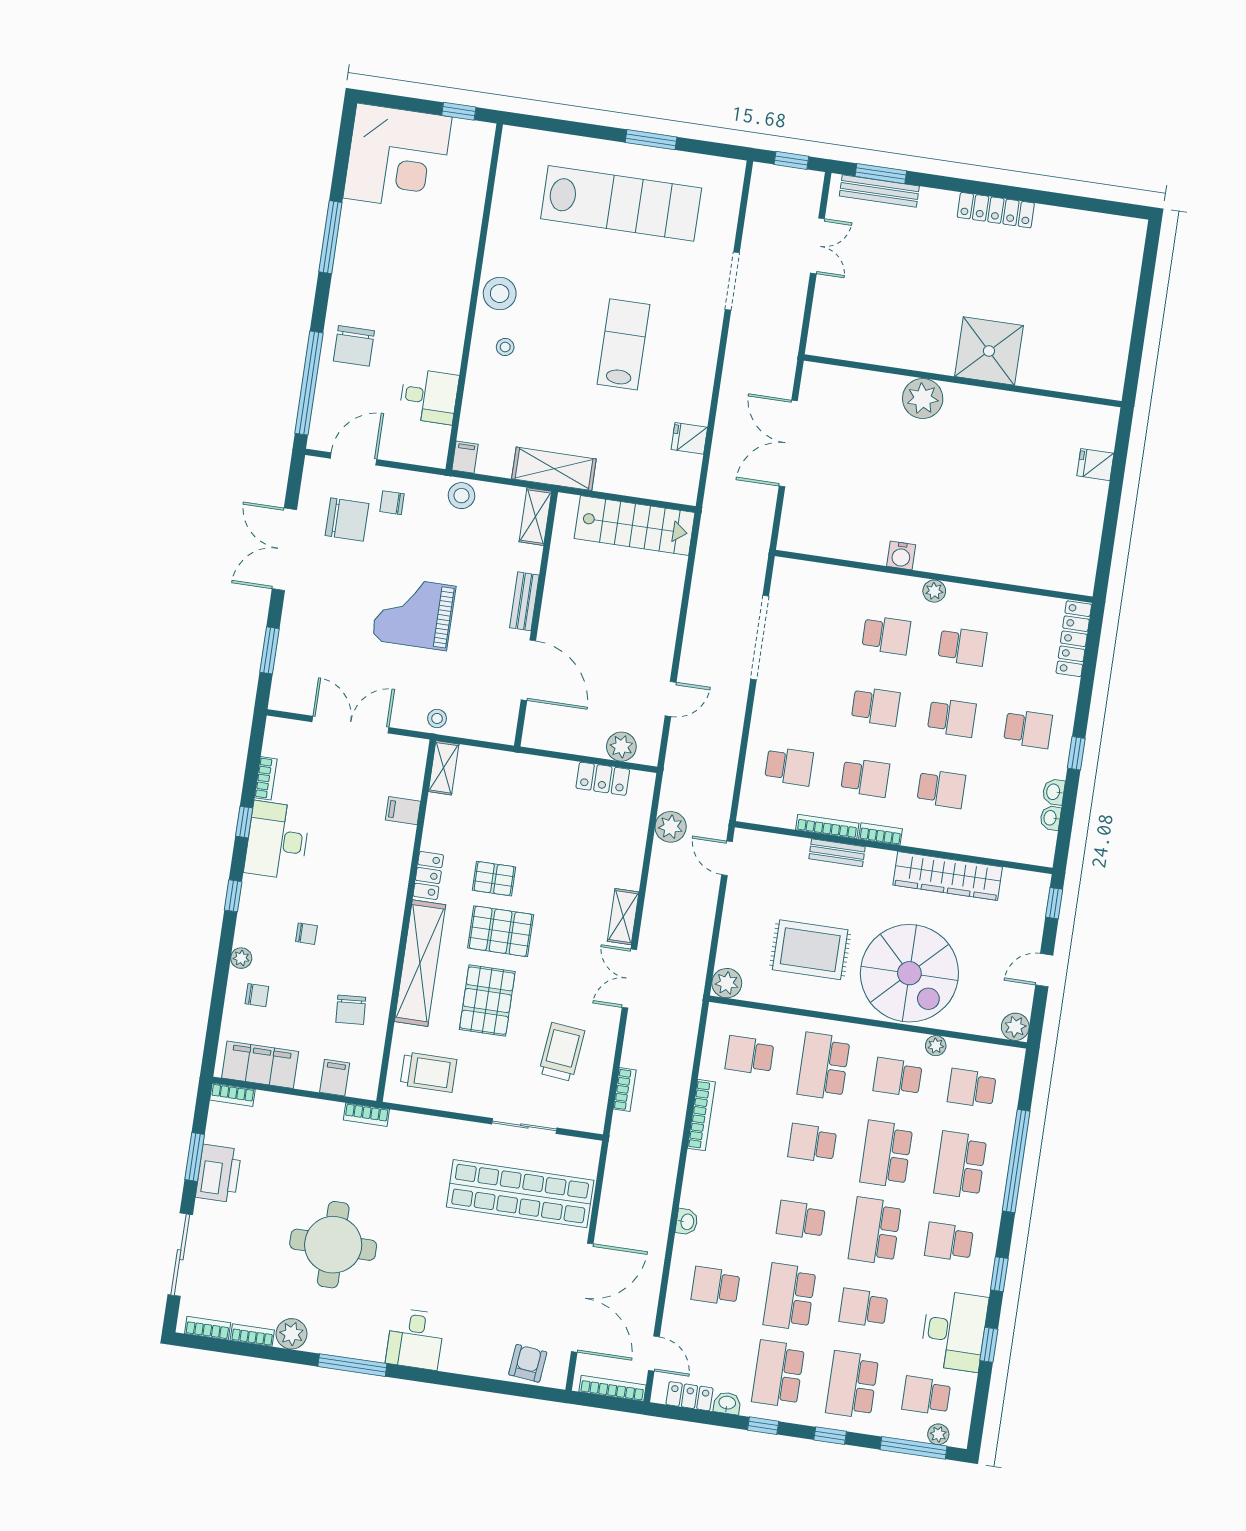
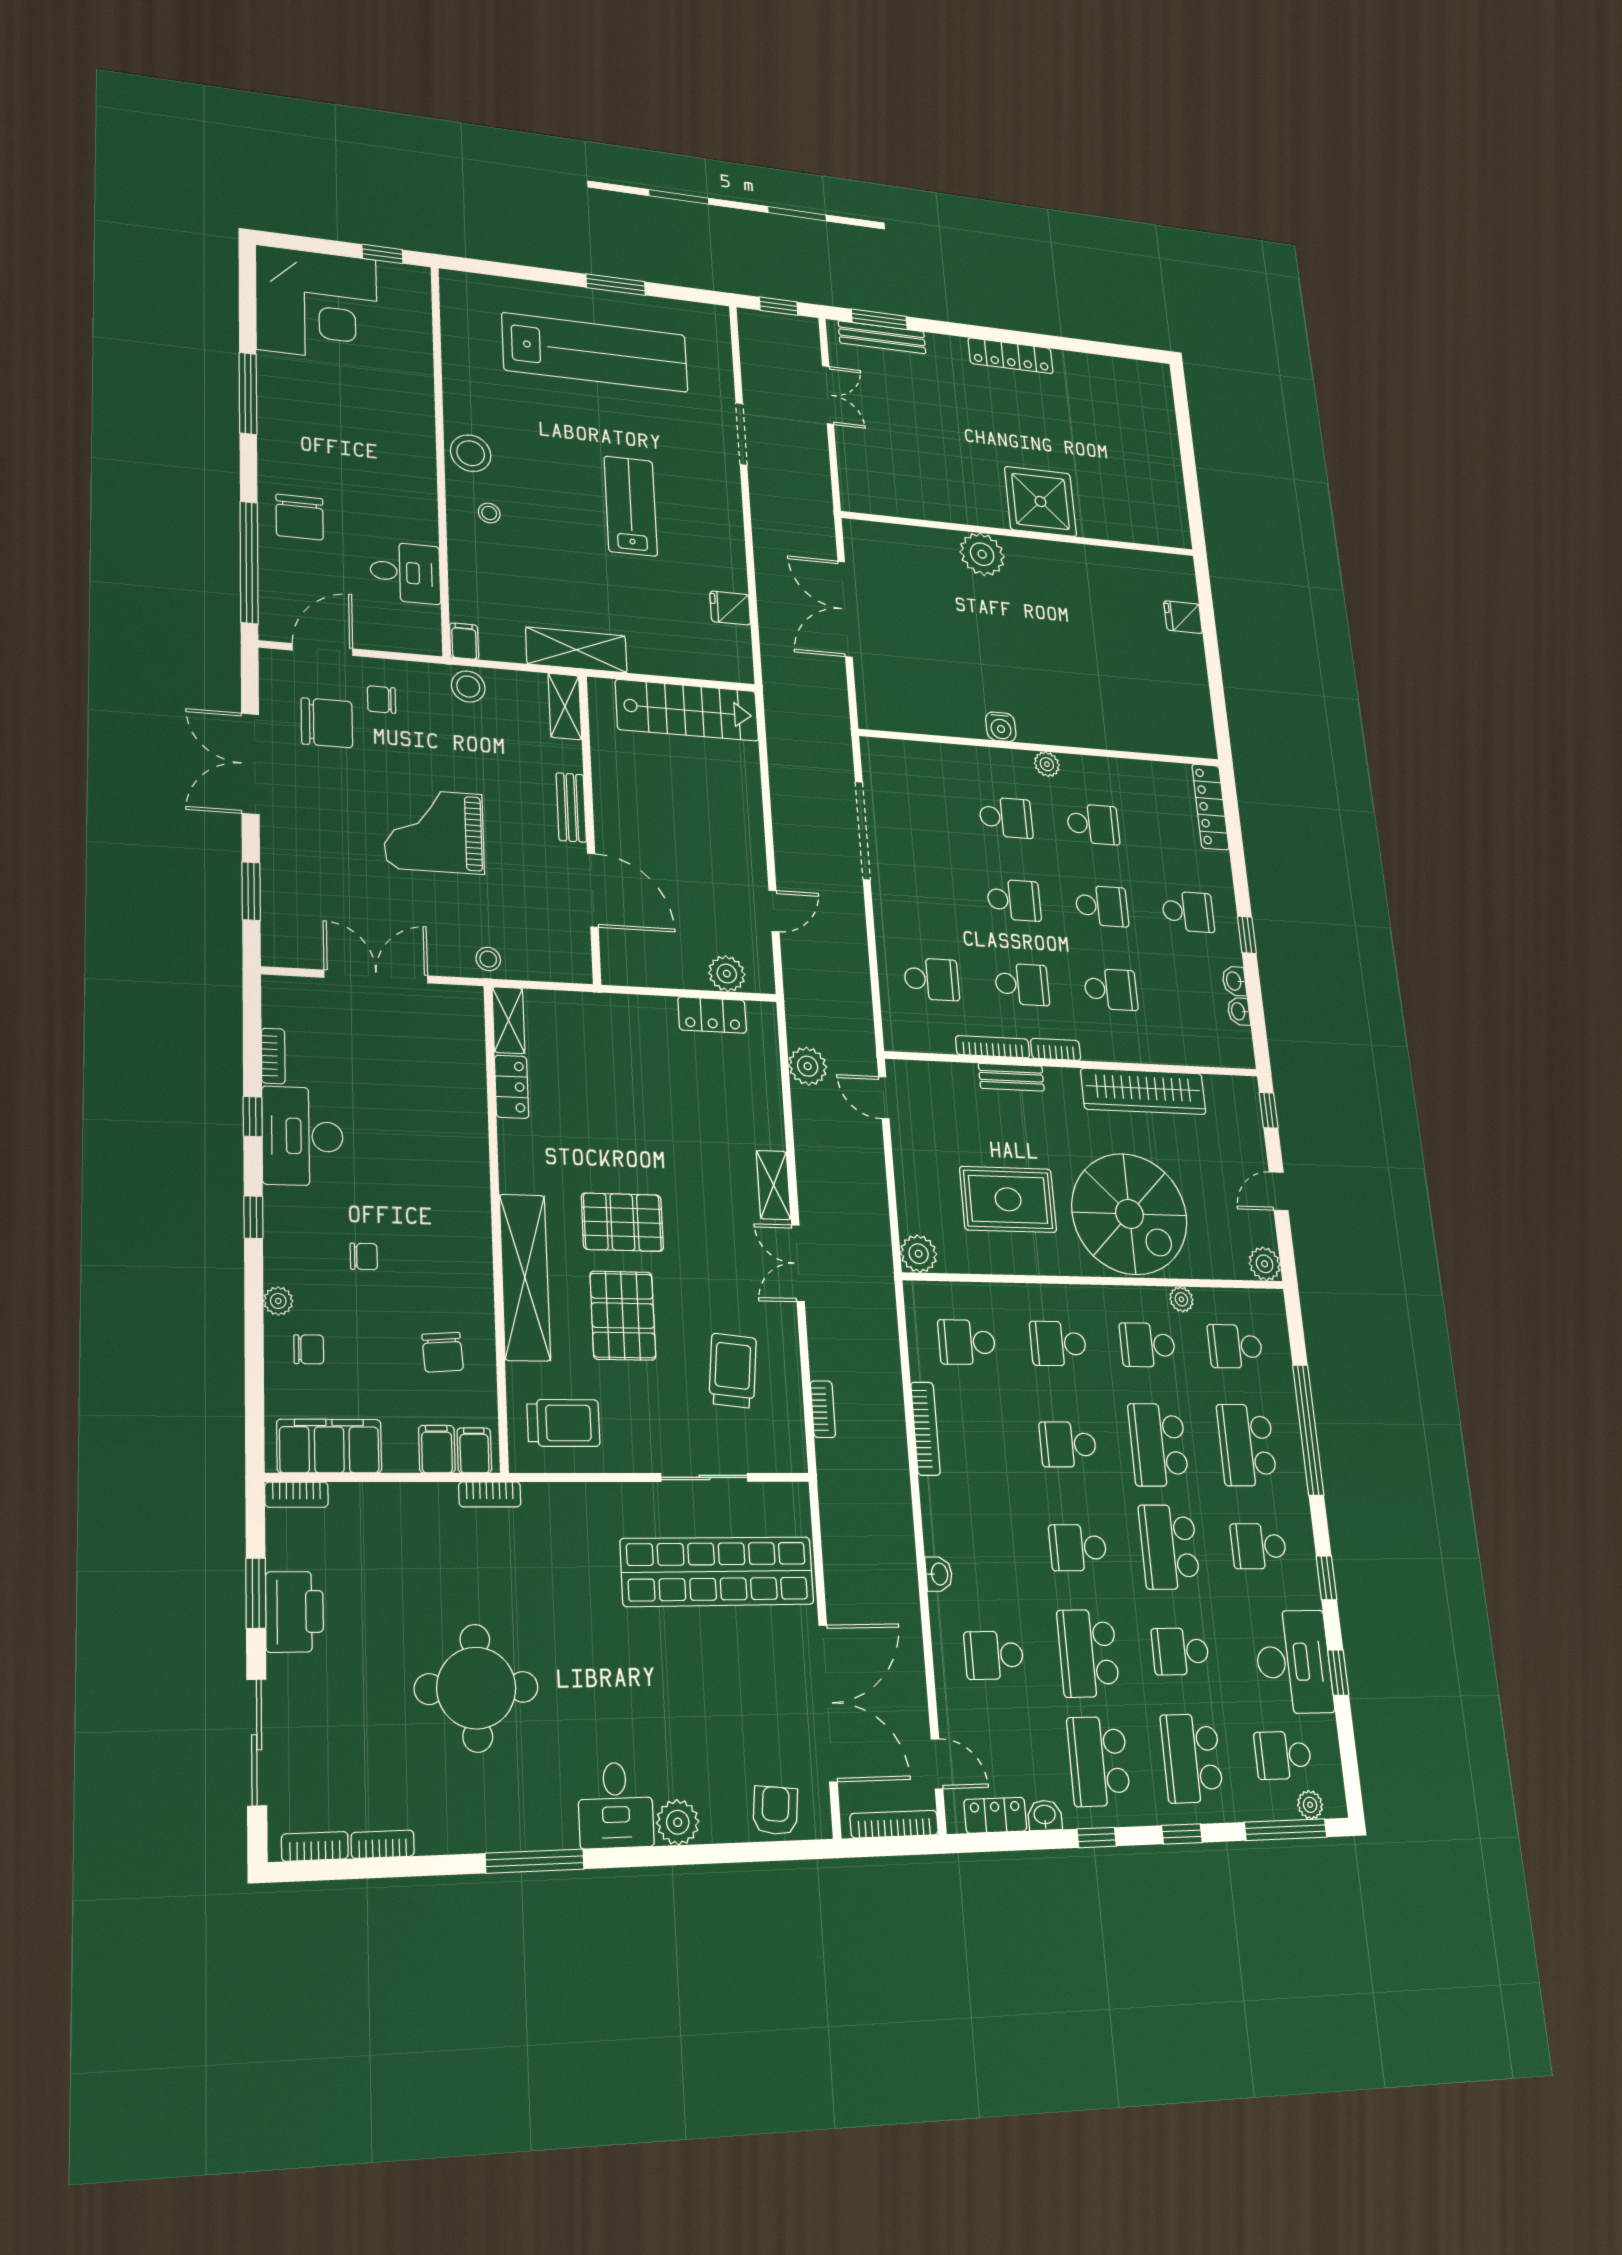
filing cabinet: (403, 811) -> (474, 1450), moved, turned 90
locker: (428, 876) -> (512, 1087), moved
pallet: (494, 879) -> (601, 1155), removed
school desk: (824, 1066) -> (1058, 1344), width x0.54
plant: (291, 1334) -> (678, 1822), moved

